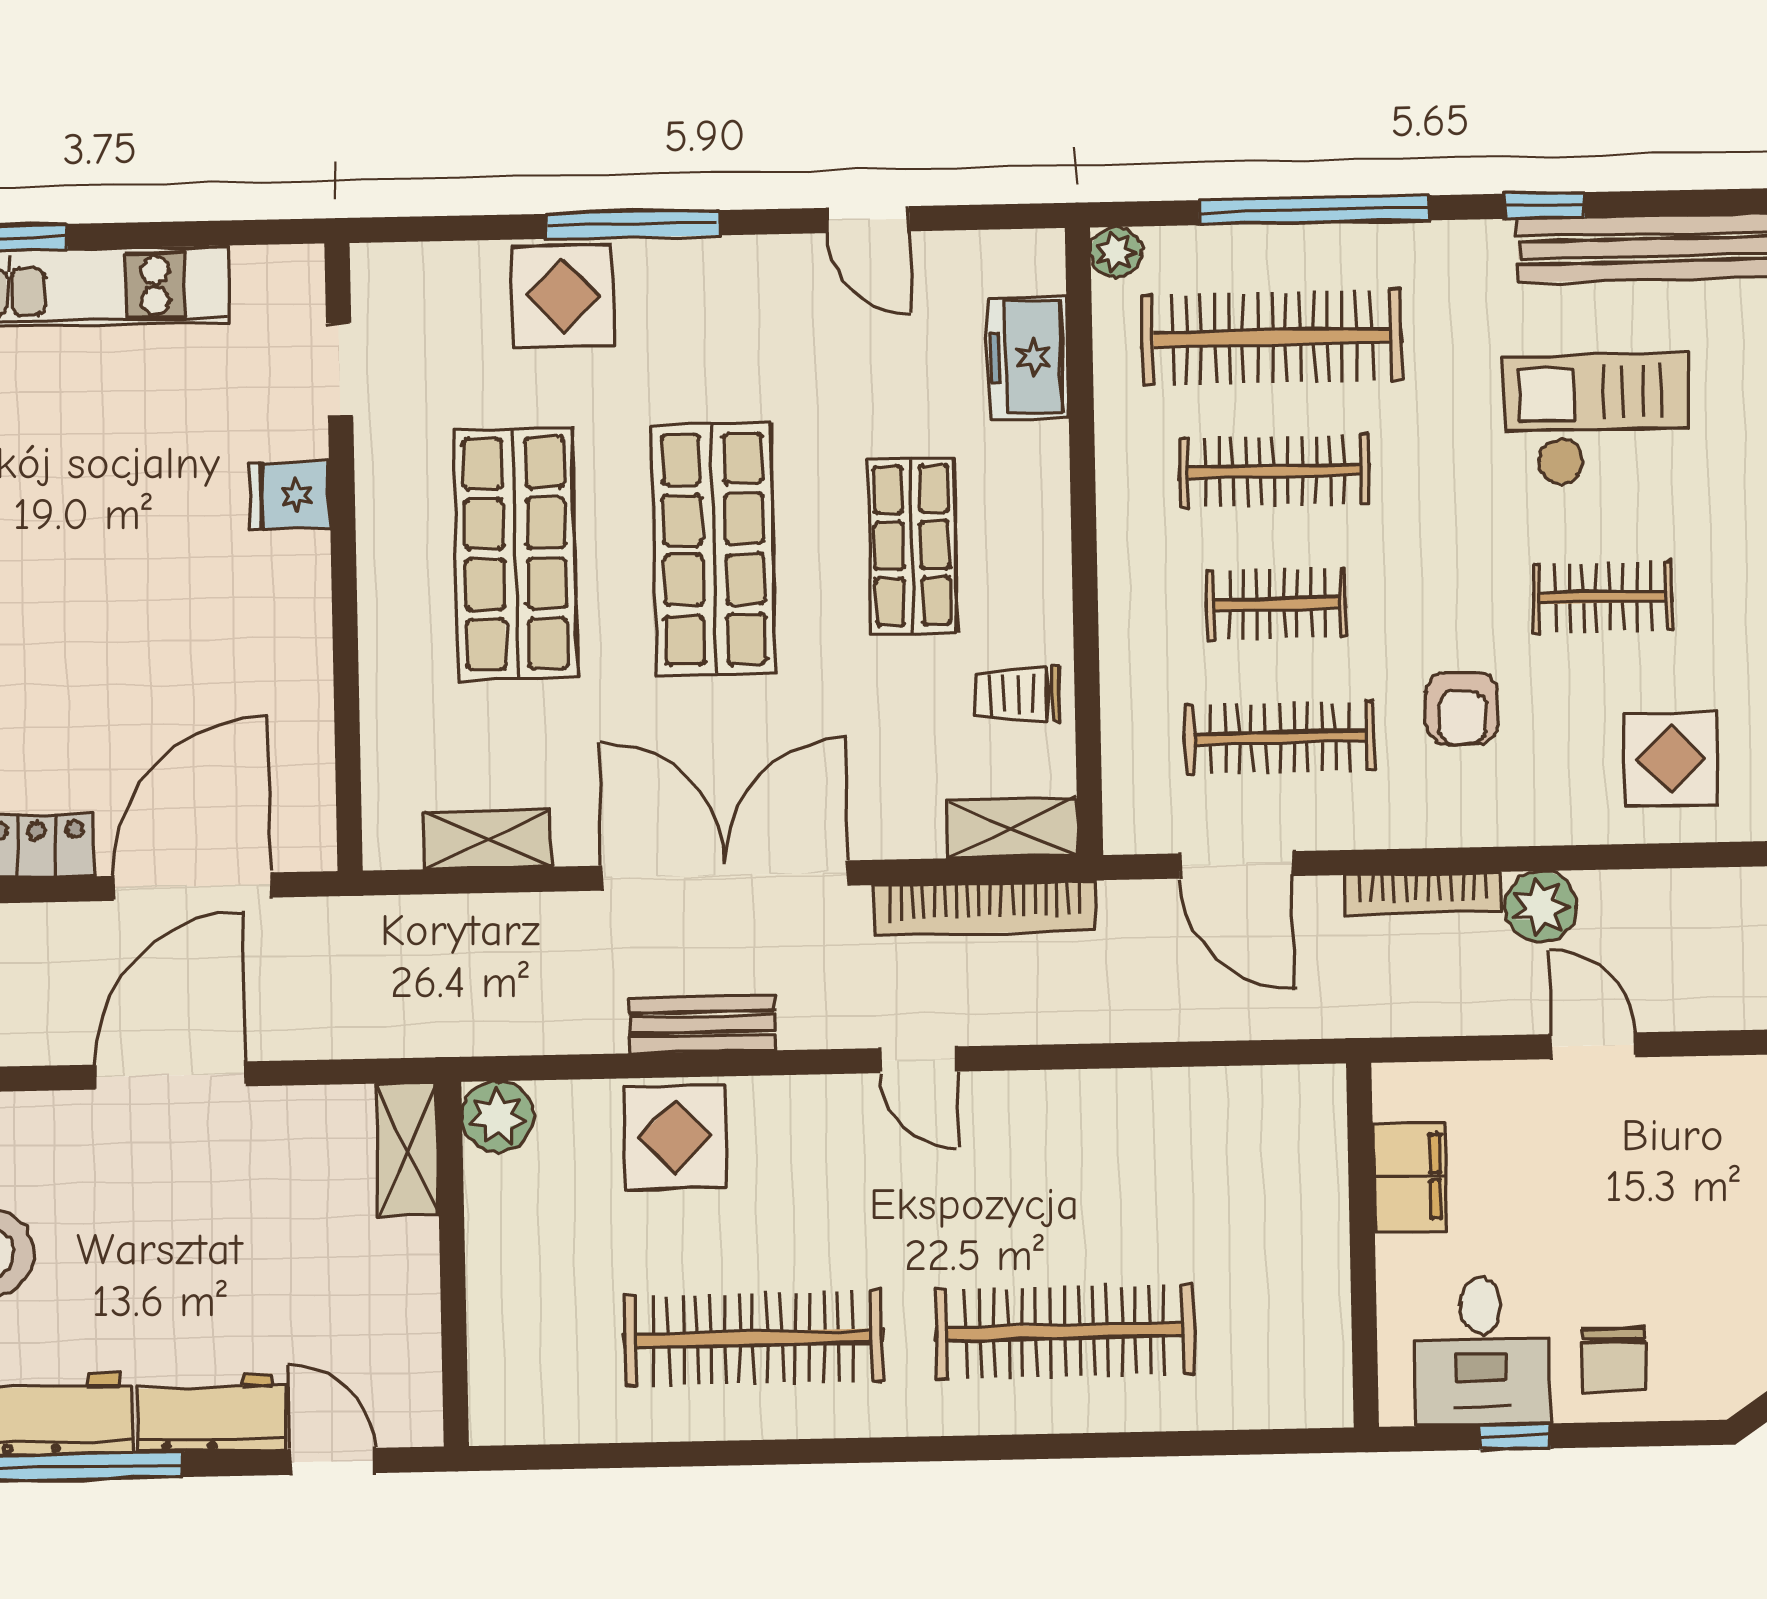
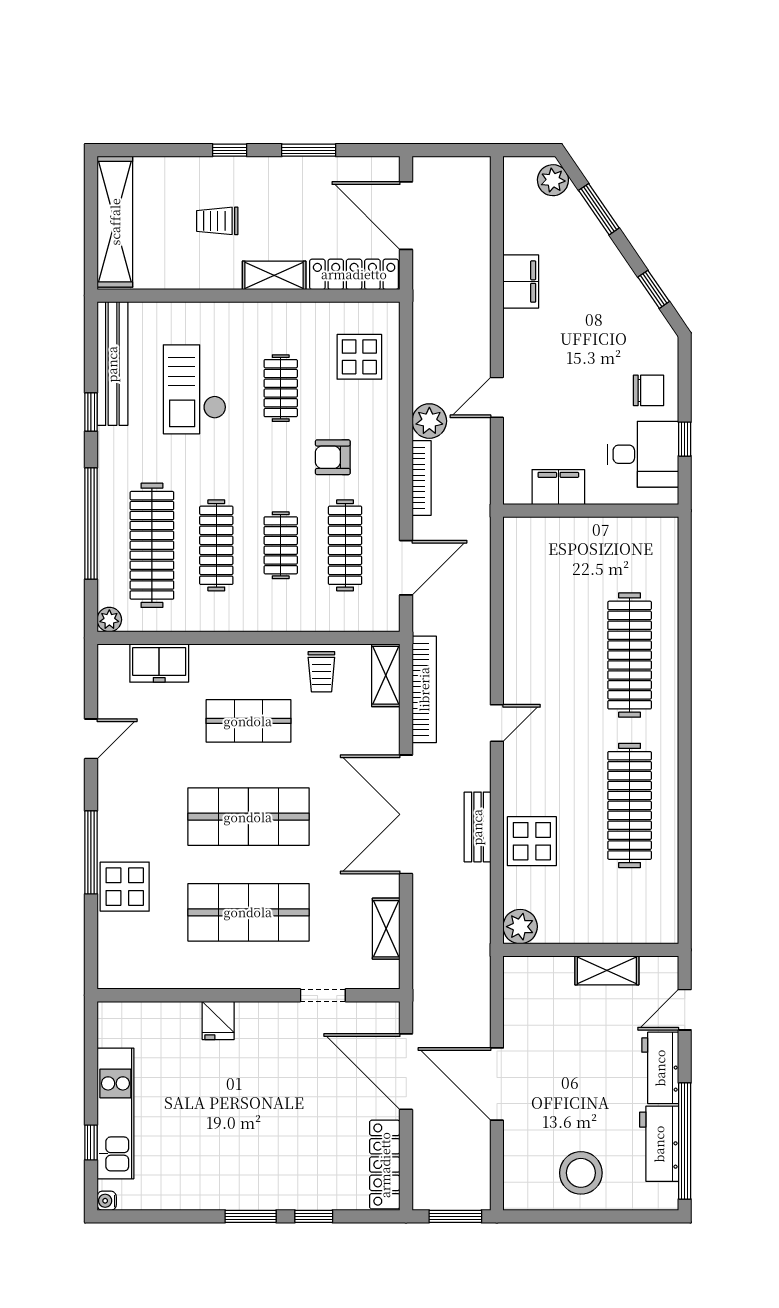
doorway: (340, 370) -> (323, 995), moved
armchair: (1462, 708) -> (333, 457), turned 180
shelving: (408, 1150) -> (607, 970), moved

